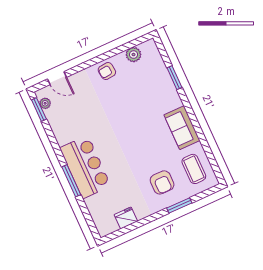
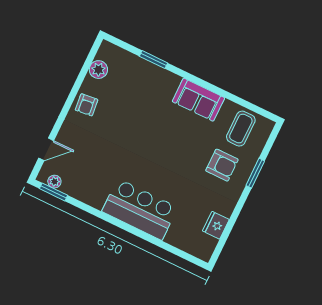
coffee table: (194, 169) -> (241, 129), turned 90
window: (71, 181) -> (137, 233), removed

